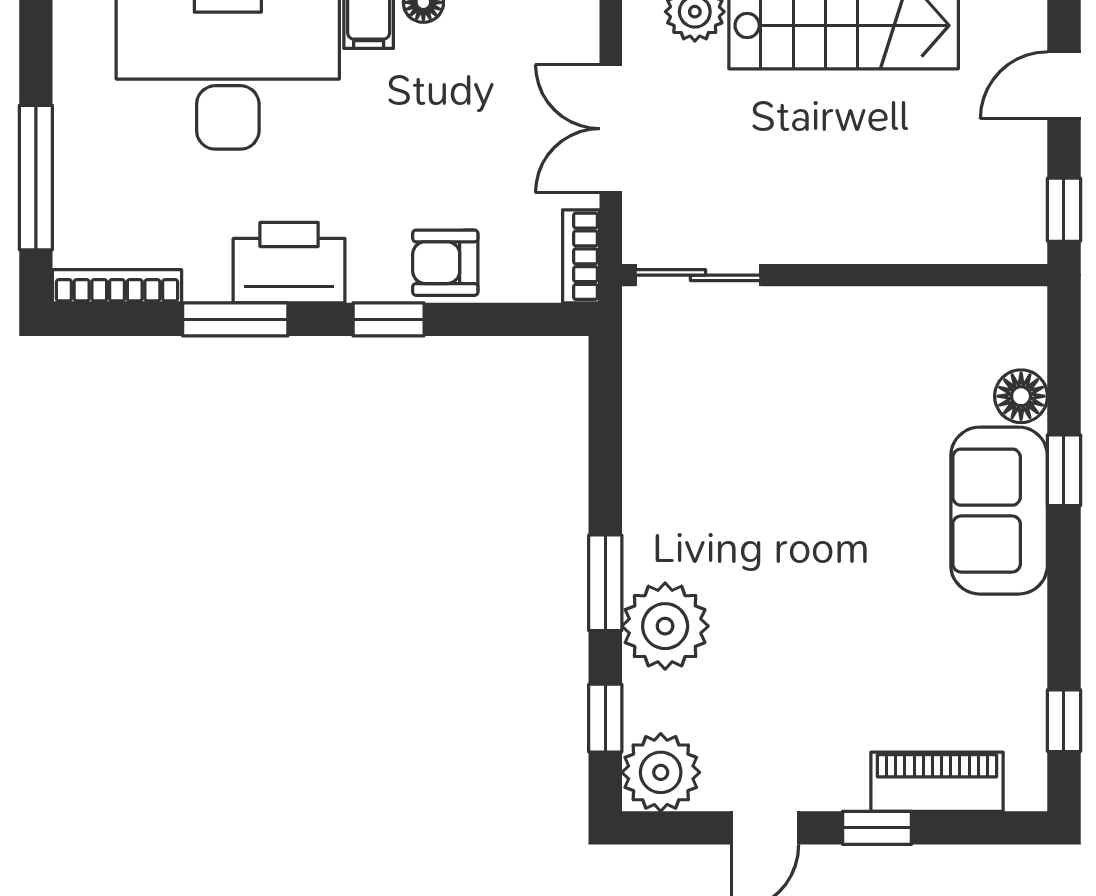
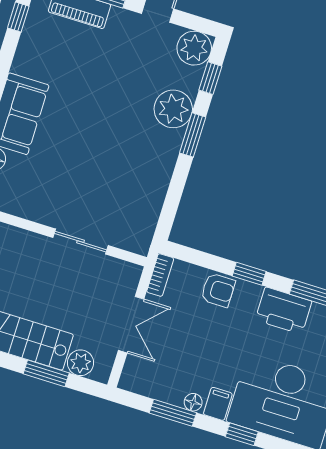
sliding door: (698, 275) -> (81, 242), moved

